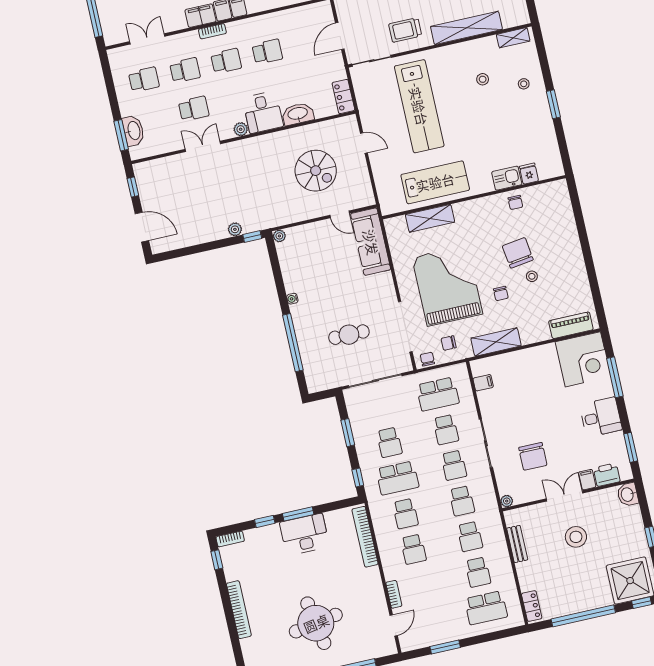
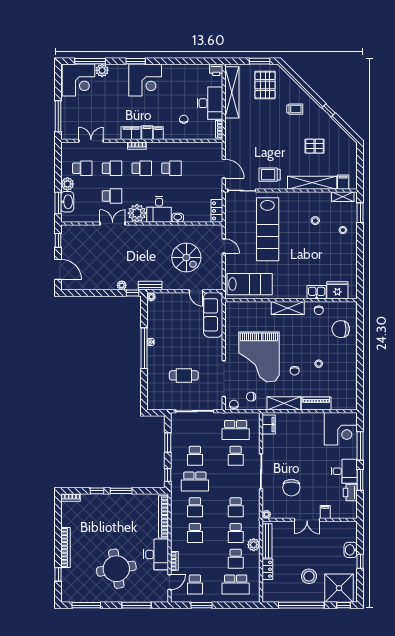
filing cabinet: (509, 18) -> (343, 182), added
door: (340, 36) -> (224, 169), swing flipped
window: (553, 104) -> (360, 213), moved
plant: (128, 106) -> (67, 184), added
washbasin: (298, 114) -> (178, 218), width x0.52, depth x0.69
plant: (241, 129) -> (137, 213), width x1.87, depth x1.87
fridge: (529, 174) -> (337, 290), width x1.88, depth x1.34
lab bench: (435, 182) -> (250, 284), moved
shelving: (430, 218) -> (288, 308), moved
bench: (274, 221) -> (150, 286), added
chair: (518, 253) -> (341, 329), moved, turned -82
grand piano: (447, 286) -> (259, 357), turned 180
piano: (571, 325) -> (316, 403), moved
window: (293, 343) -> (144, 348), moved
filing cabinet: (483, 383) -> (269, 425), width x2.00
window: (631, 447) -> (360, 480), moved
school desk: (454, 465) -> (195, 584), moved
printer: (607, 475) -> (350, 492), moved, turned -90
washbasin: (628, 494) -> (351, 550), moved
double door: (565, 496) -> (307, 520), swing flipped
desk: (304, 534) -> (156, 554), moved, turned 90
stool: (576, 537) -> (309, 576), moved
bench: (517, 544) -> (267, 541), width x1.36
plant: (498, 547) -> (254, 545), added
window: (217, 560) -> (58, 574), moved
locker: (532, 606) -> (267, 569), moved

